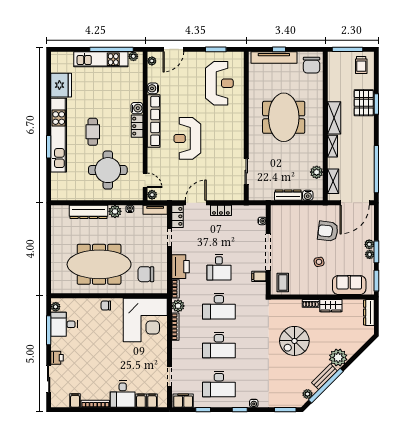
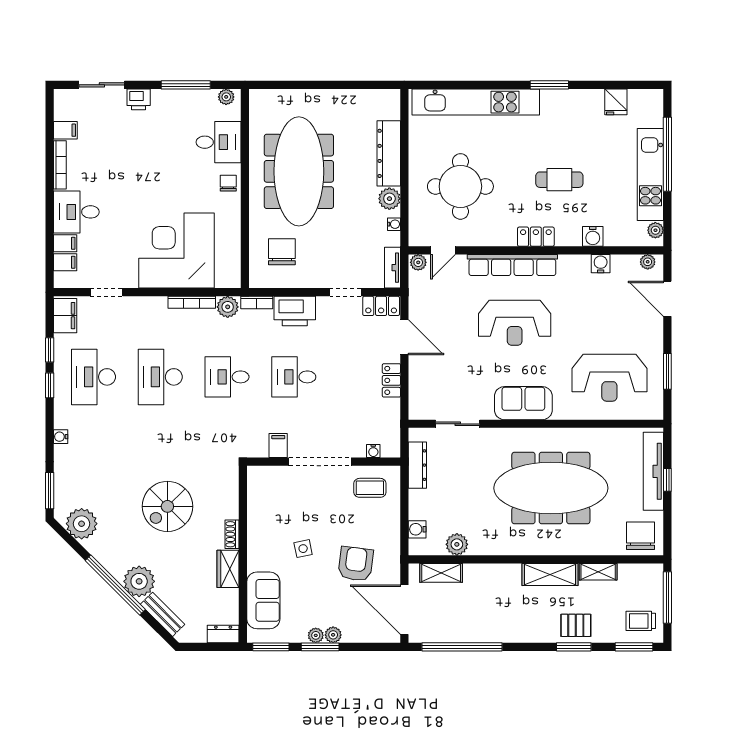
window: (112, 49) -> (667, 154), moved
chair: (312, 65) -> (640, 536), turned 90
window: (376, 69) -> (634, 647), added
fridge: (61, 85) -> (616, 102), width x0.53, depth x0.75
pallet: (364, 103) -> (576, 625), width x0.67, depth x0.71
water cooler: (137, 108) -> (593, 236), moved
meeting table: (284, 117) -> (551, 488), width x1.36
row of seats: (154, 121) -> (512, 265), moved
cafe table: (93, 132) -> (559, 180), moved
sofa: (234, 133) -> (523, 403), added
kitchen unit: (59, 135) -> (476, 102), moved
reception desk: (187, 138) -> (515, 323), turned 180
shelving: (333, 146) -> (598, 572), moved
window: (49, 147) -> (549, 85), moved
dresser: (288, 195) -> (417, 465), moved
coffee table: (283, 282) -> (370, 488), moved
desk: (219, 306) -> (227, 377), width x0.73
dresser: (369, 312) -> (223, 634), width x0.70
corner desk: (145, 320) -> (177, 251), moved, turned 90
desk: (64, 324) -> (219, 142), moved, turned 90
spiral stairs: (294, 341) -> (167, 506), turned -90
bench: (324, 377) -> (163, 614), moved
window: (326, 386) -> (115, 585), moved
plant: (307, 394) -> (82, 524), width x1.88, depth x1.88
window: (240, 410) -> (50, 385), moved

